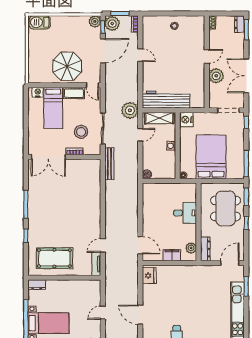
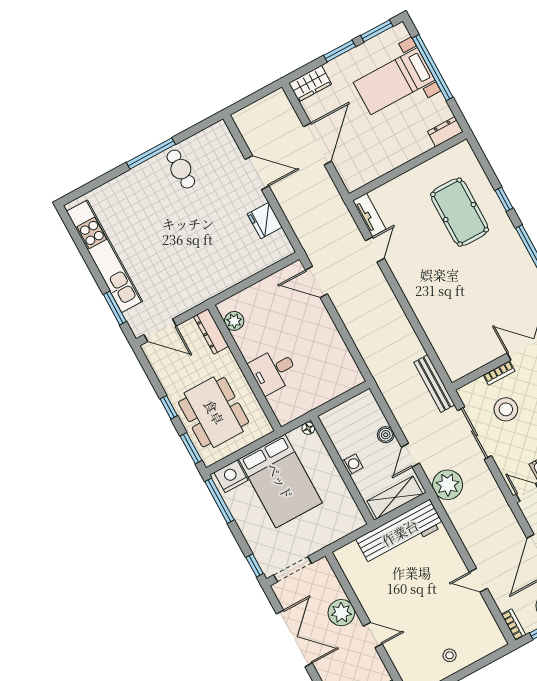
door: (207, 56) -> (373, 635), swing flipped
nightstand: (186, 120) -> (231, 476), moved, turned -90
boiler: (147, 174) -> (386, 435), moved
filing cabinet: (172, 255) -> (258, 293), removed
pool table: (54, 258) -> (460, 212), moved, turned 90
door: (230, 263) -> (160, 330), hinge flipped
fridge: (149, 276) -> (265, 221), moved
door: (103, 313) -> (318, 144), width x1.88

